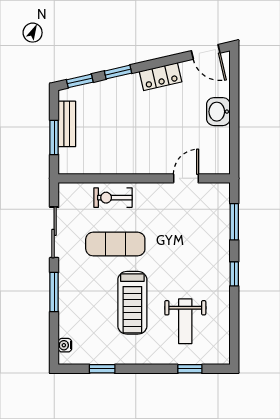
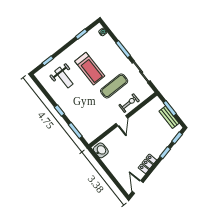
door: (206, 52) -> (138, 187), hinge flipped
washbasin: (218, 112) -> (101, 150), moved
door: (186, 178) -> (122, 121), moved
treadmill: (132, 303) -> (90, 69), turned 180
weight bench: (185, 321) -> (64, 78), turned 180

